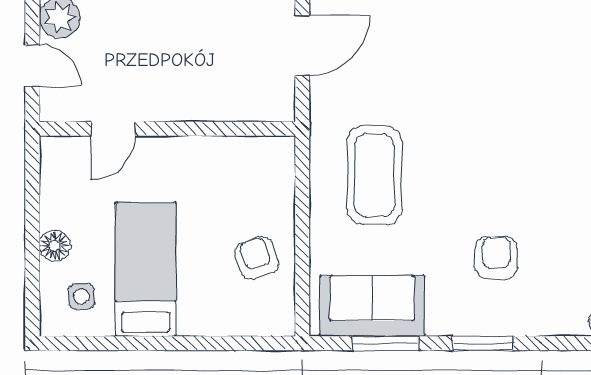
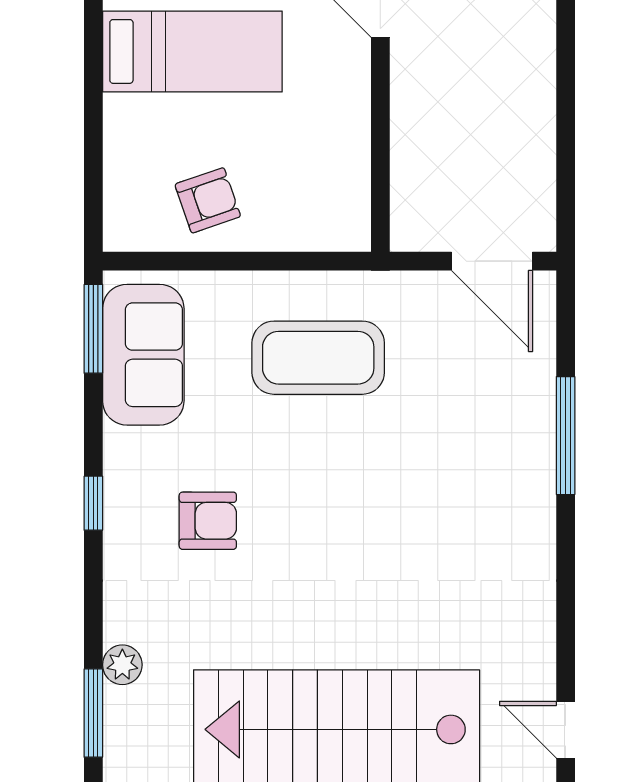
window: (385, 343) -> (93, 329), moved
window: (483, 343) -> (93, 503), width x0.67

